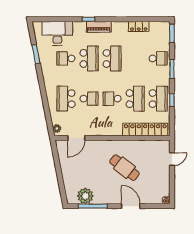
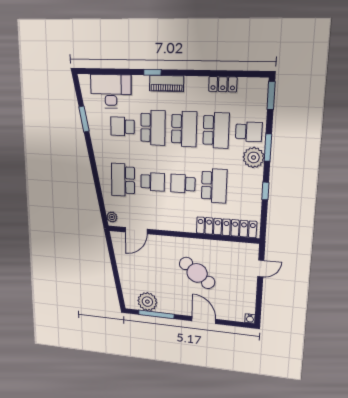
plant: (162, 76) -> (254, 157), added
school desk: (158, 99) -> (216, 130), moved

